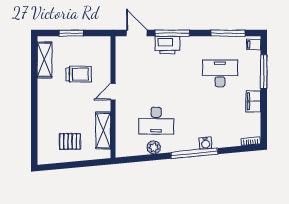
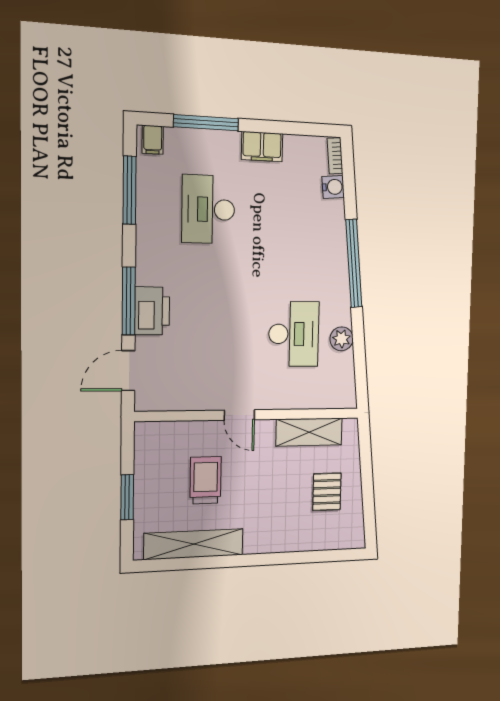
shelving: (45, 60) -> (194, 544), width x1.47
water cooler: (206, 143) -> (333, 187), moved

